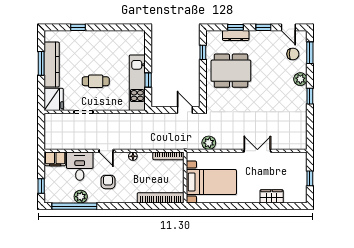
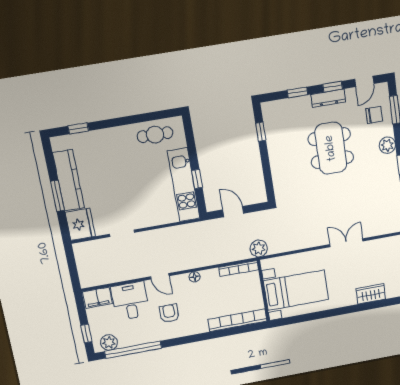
window: (78, 27) -> (78, 128), moved
door: (288, 27) -> (364, 81), hinge flipped
dresser: (236, 36) -> (328, 98), moved
window: (41, 63) -> (57, 196), moved
dining table: (231, 71) -> (331, 148), moved, turned 90
cafe table: (96, 81) -> (155, 135), moved
door: (185, 110) -> (233, 212), moved
plant: (209, 143) -> (259, 248), moved
plant: (81, 197) -> (109, 342), moved

